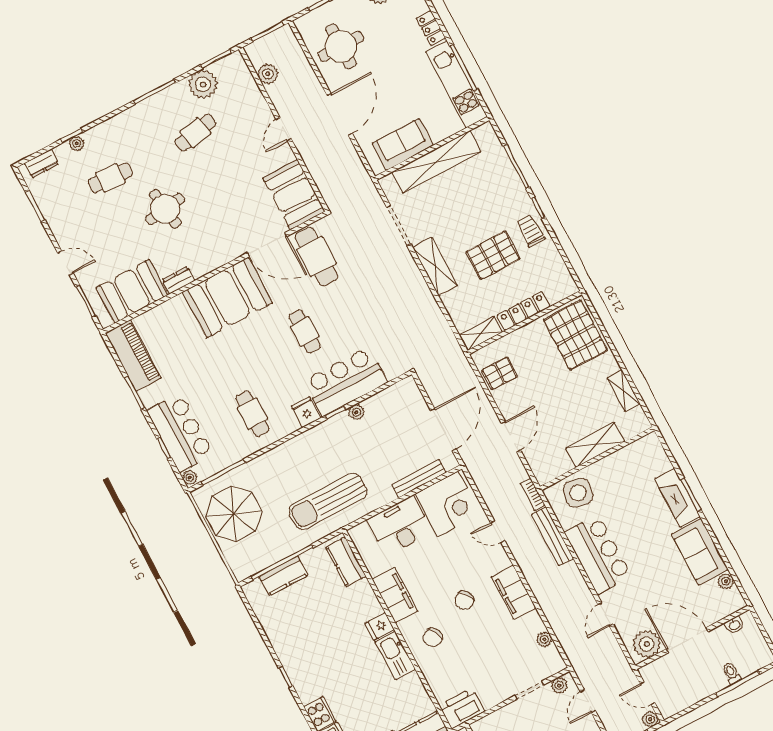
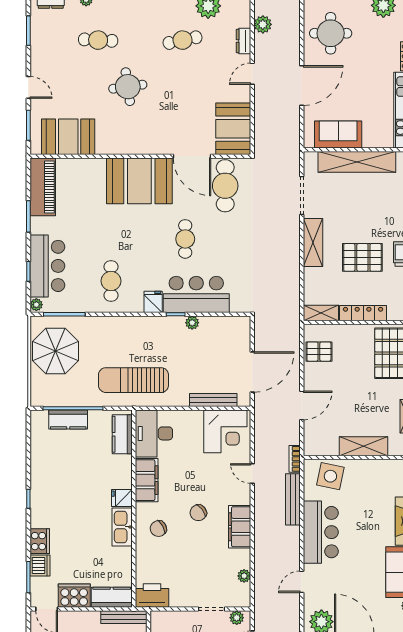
dresser: (179, 280) -> (243, 41), moved, turned -90
desk: (400, 526) -> (154, 433), moved, turned -90

